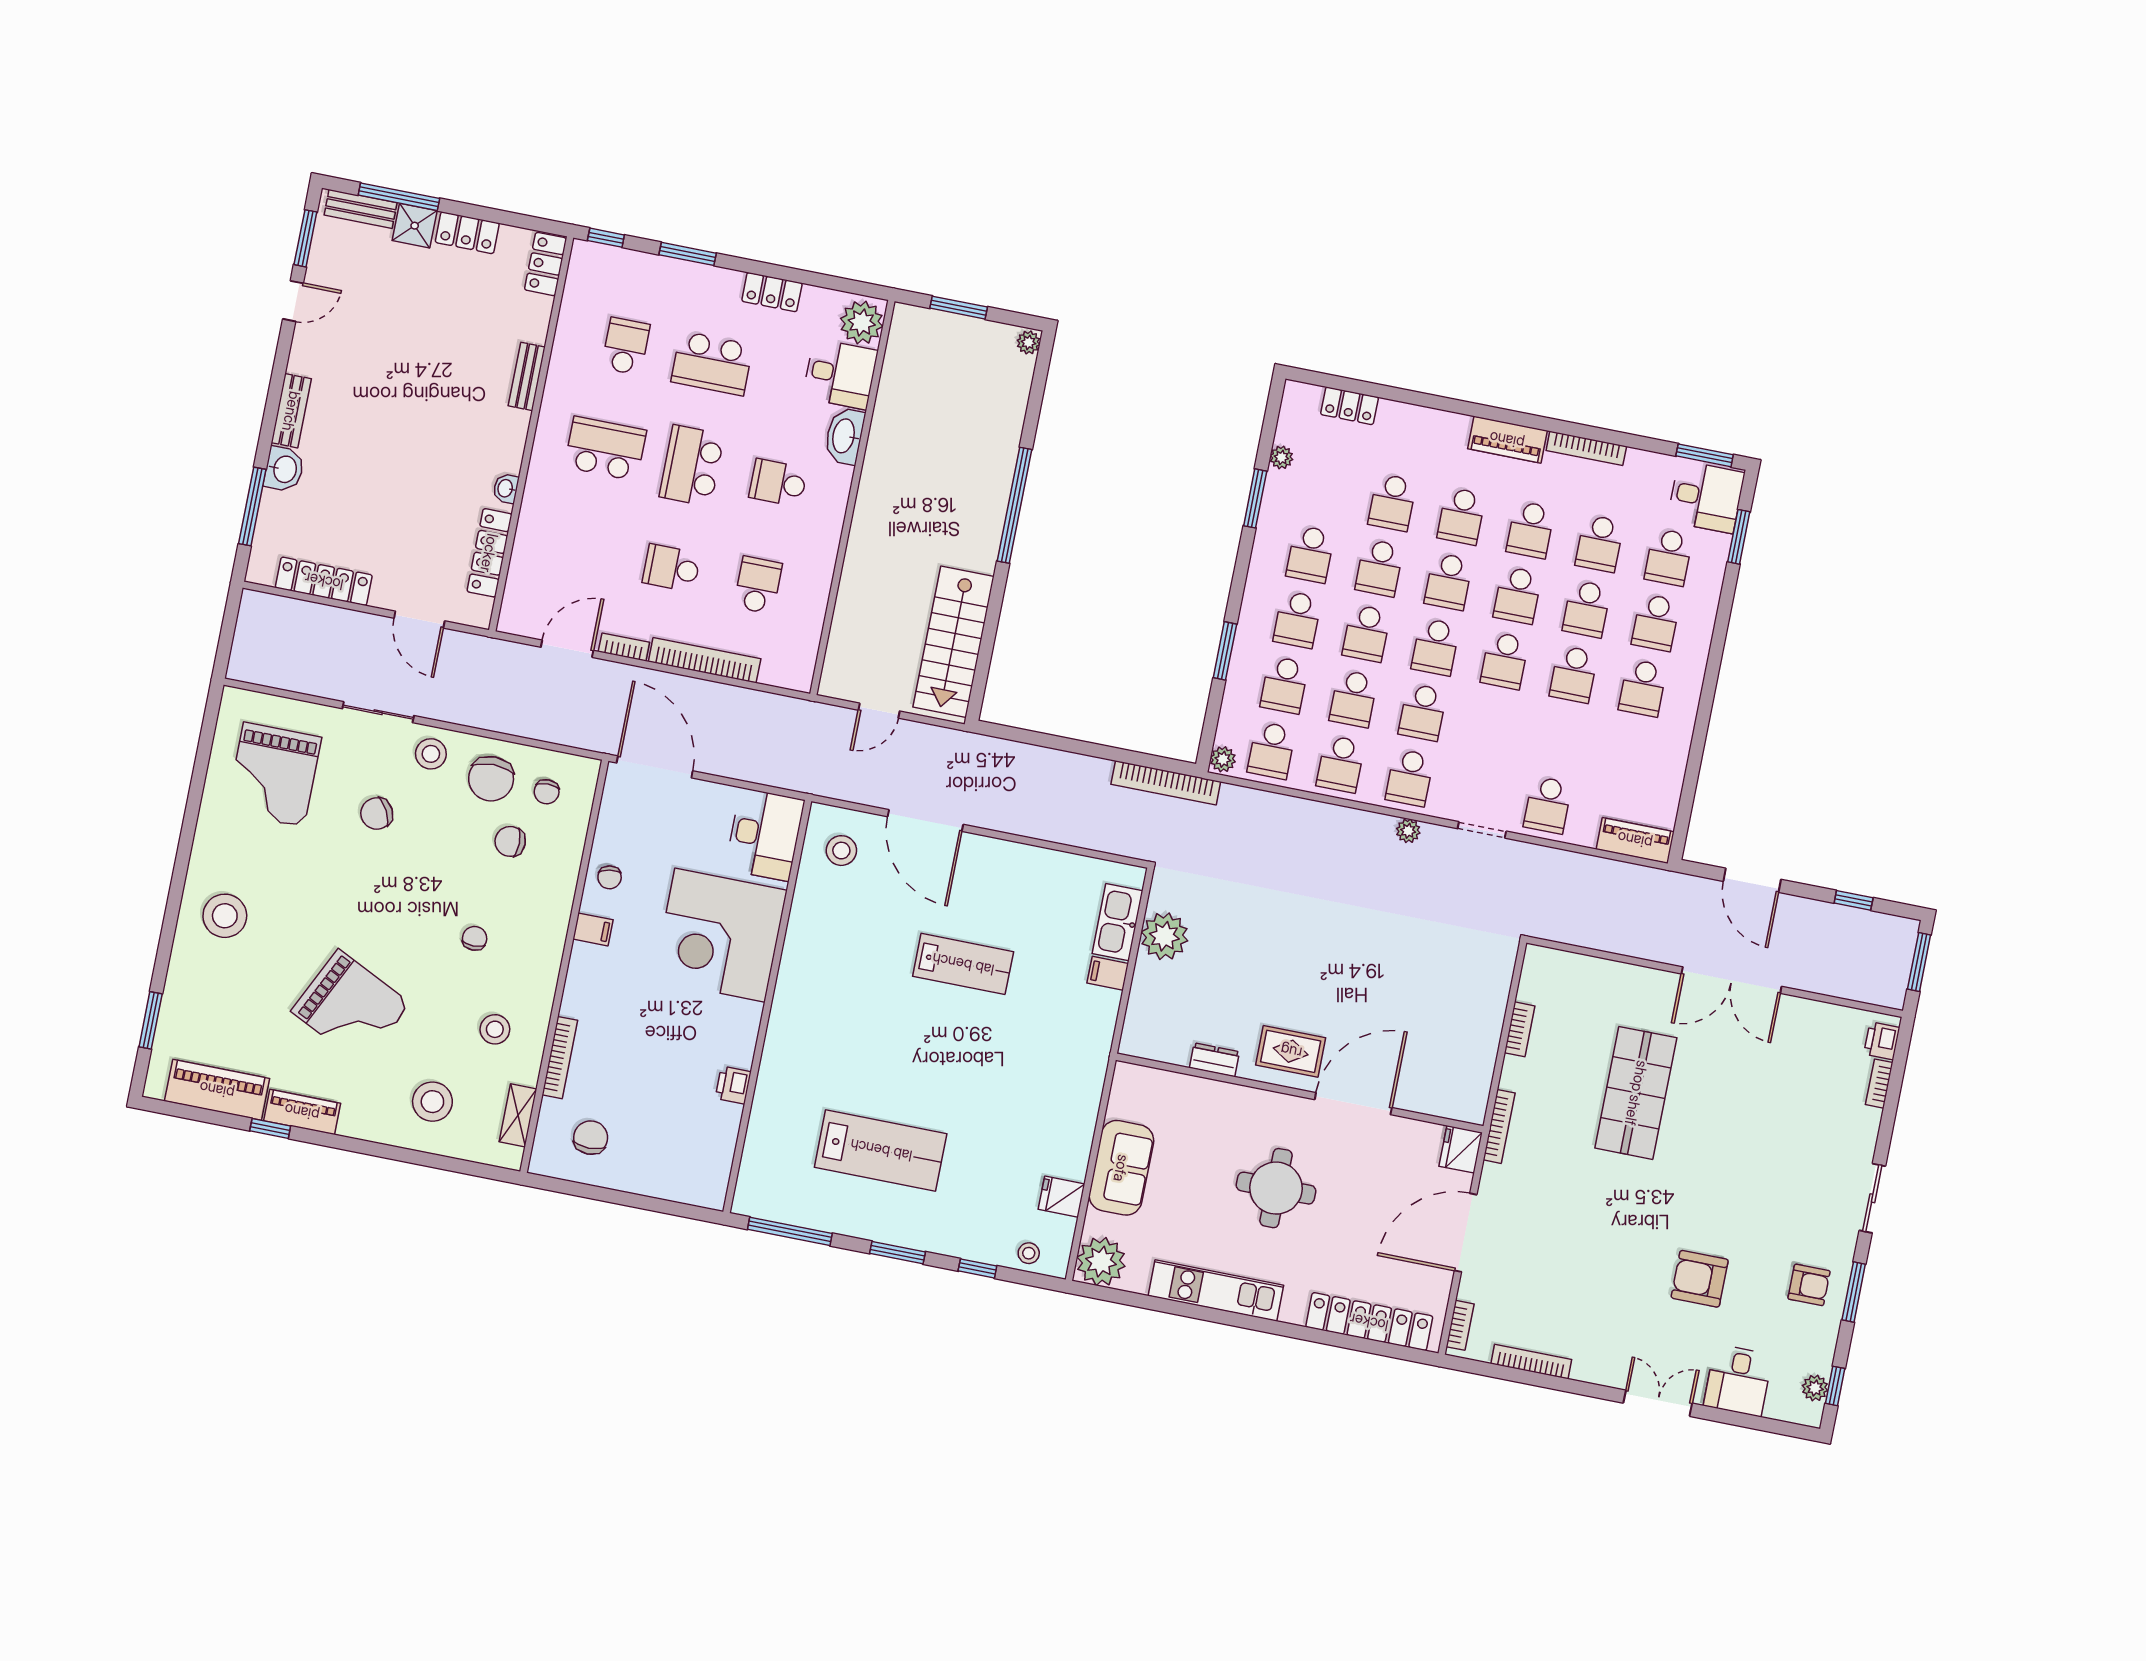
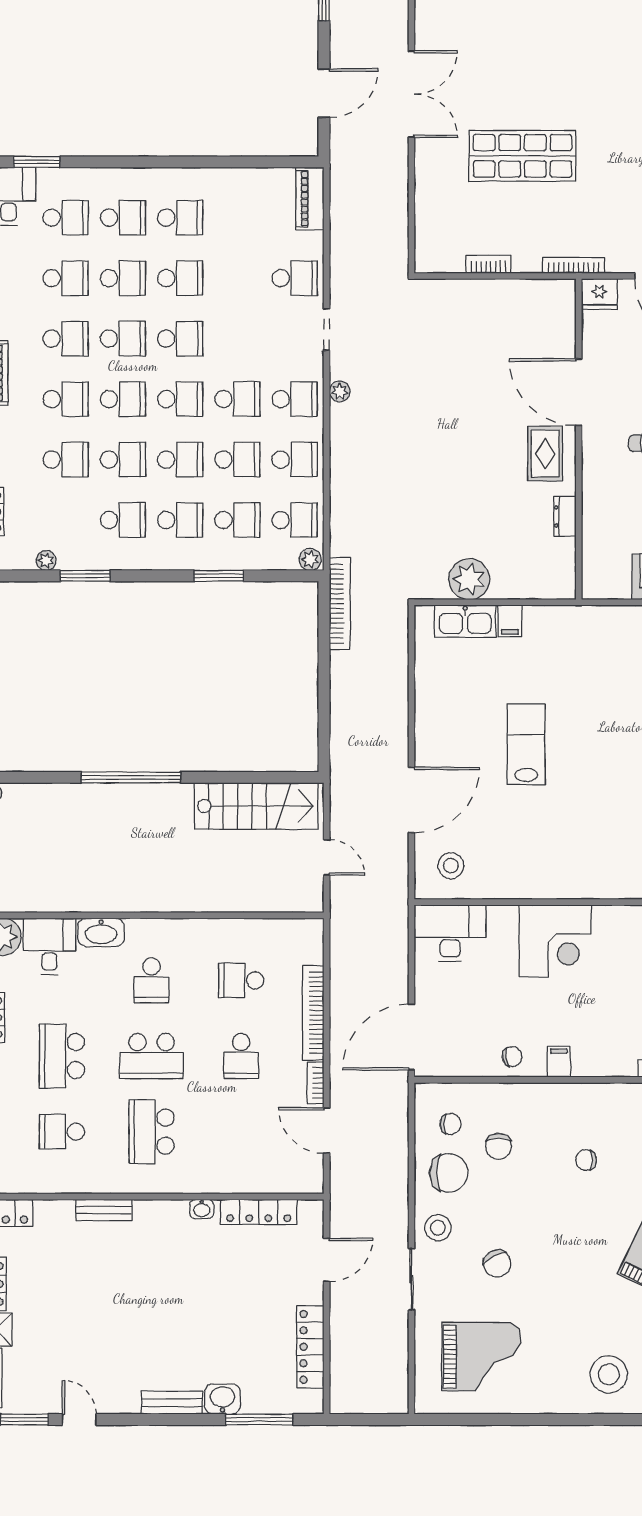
school desk: (712, 363) -> (62, 1056), turned 180
corner desk: (720, 935) -> (555, 941), width x0.74, depth x0.74

